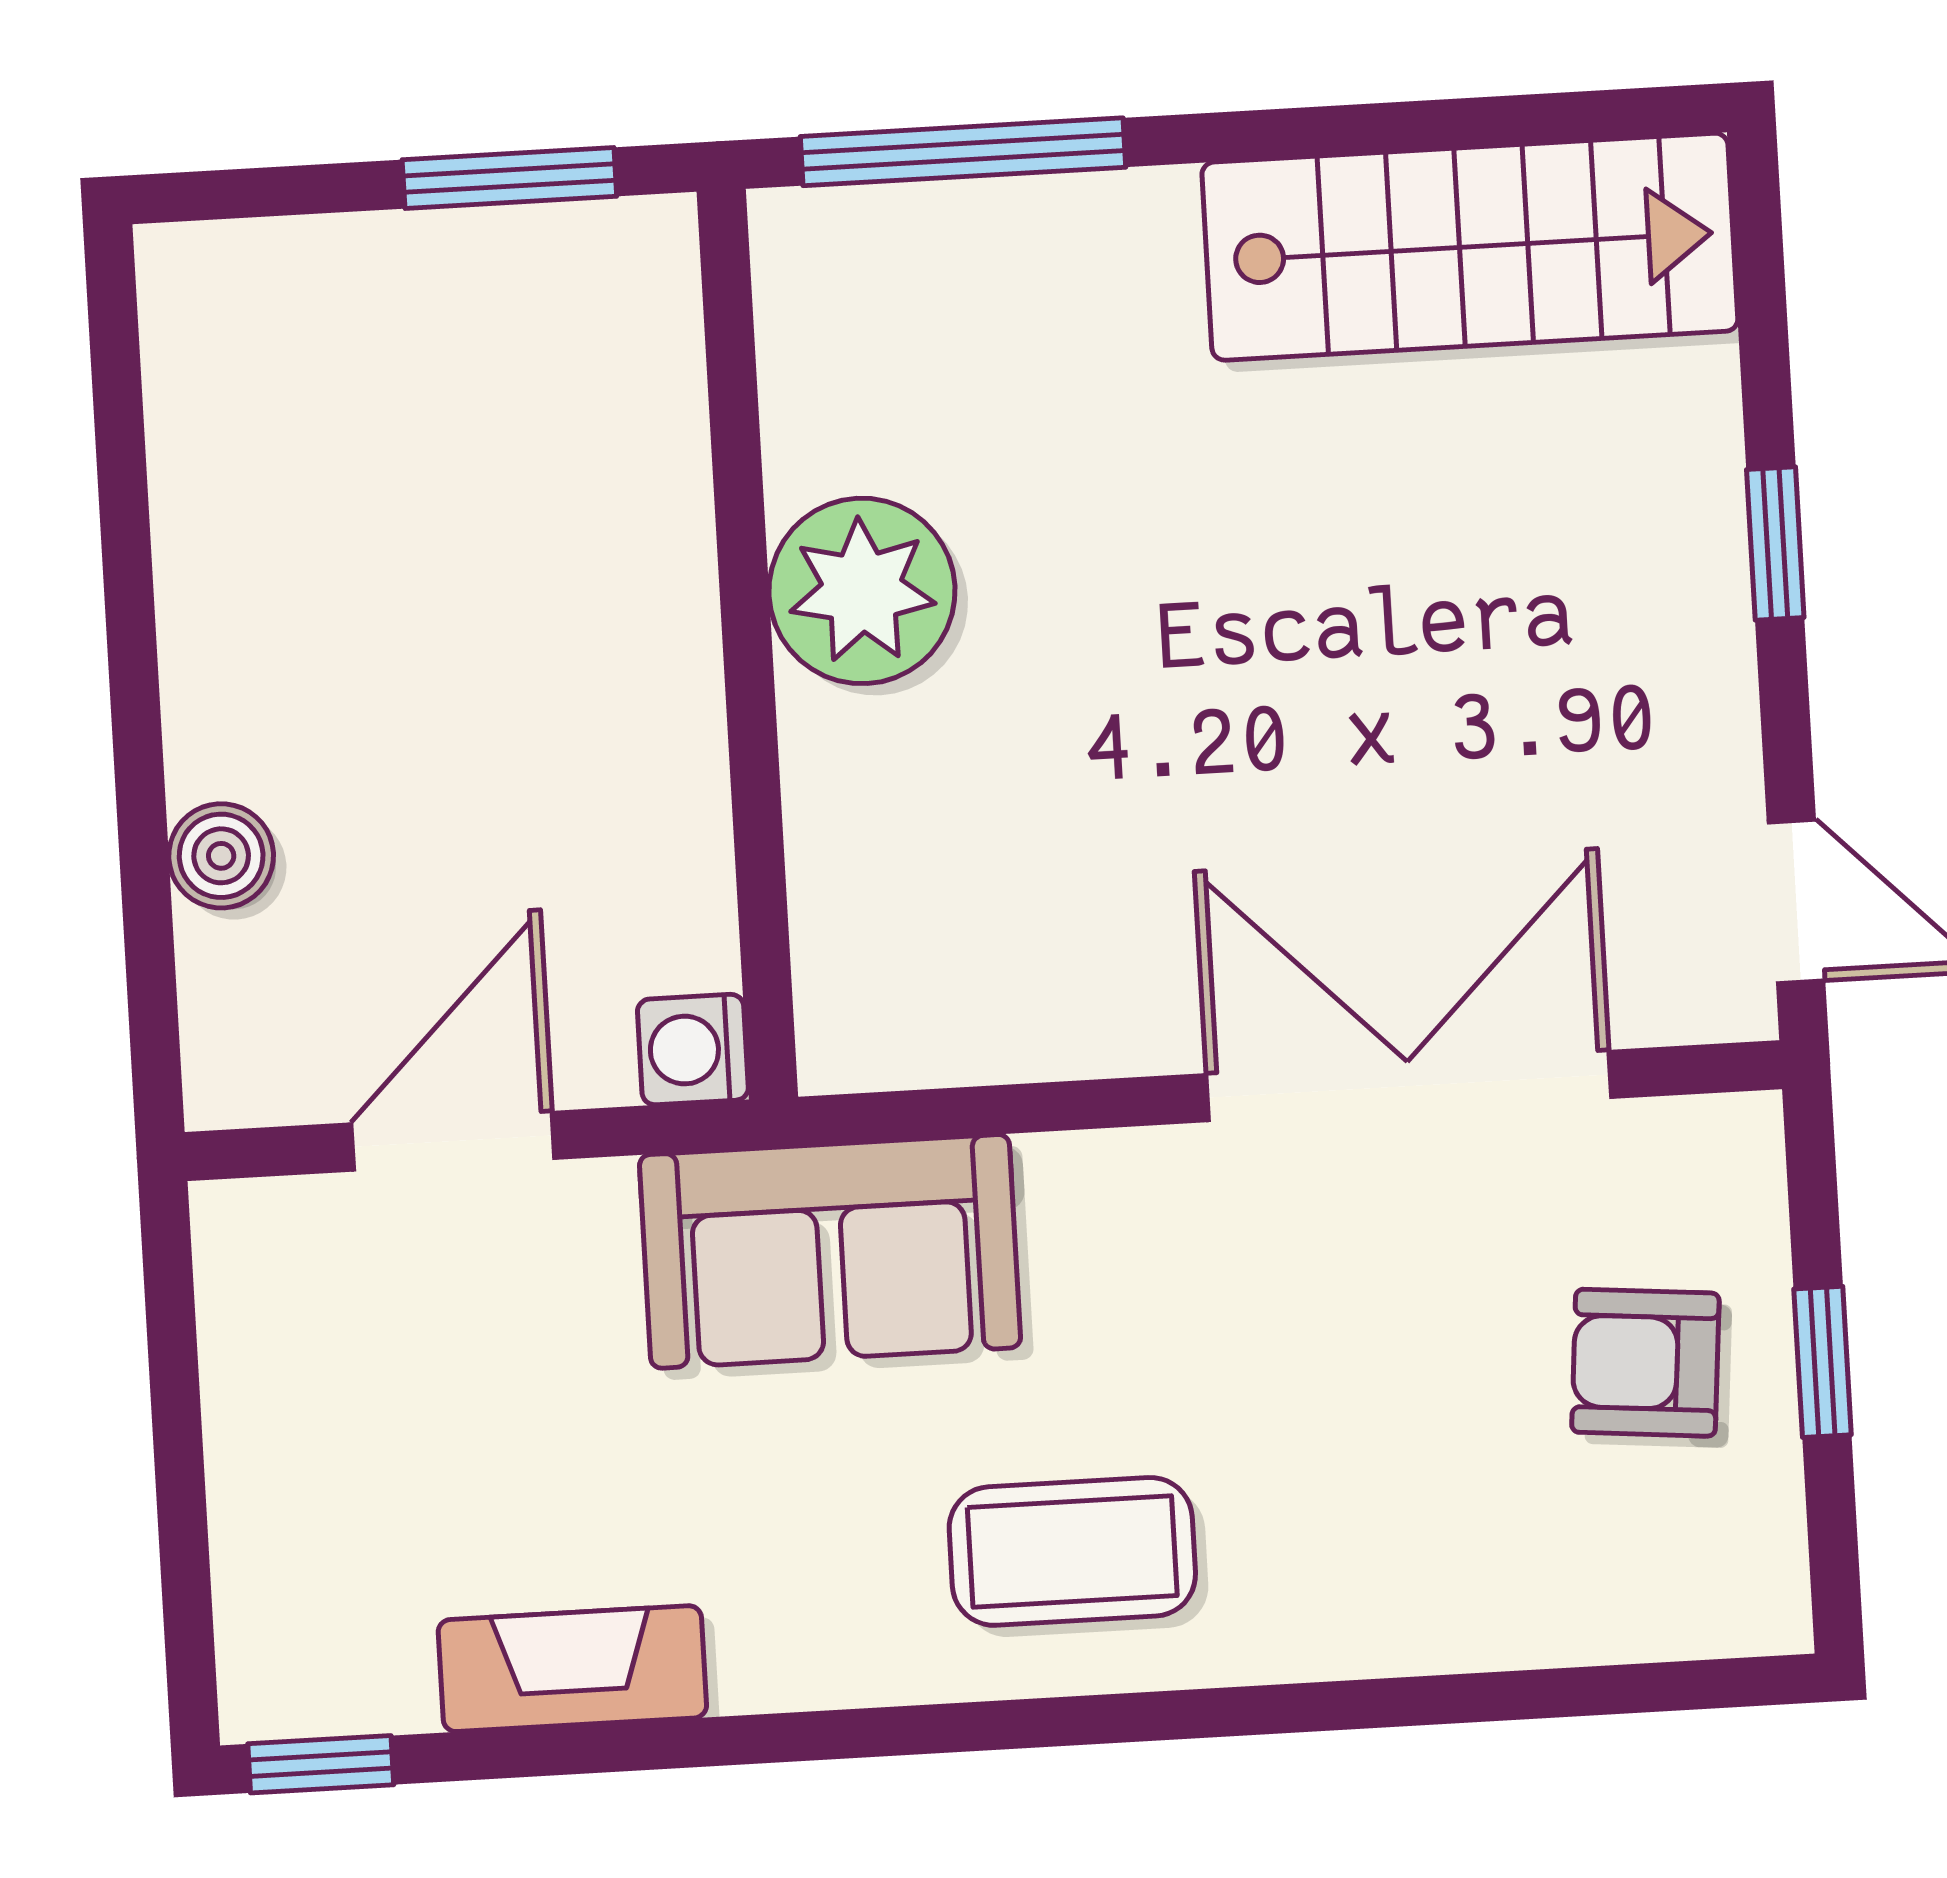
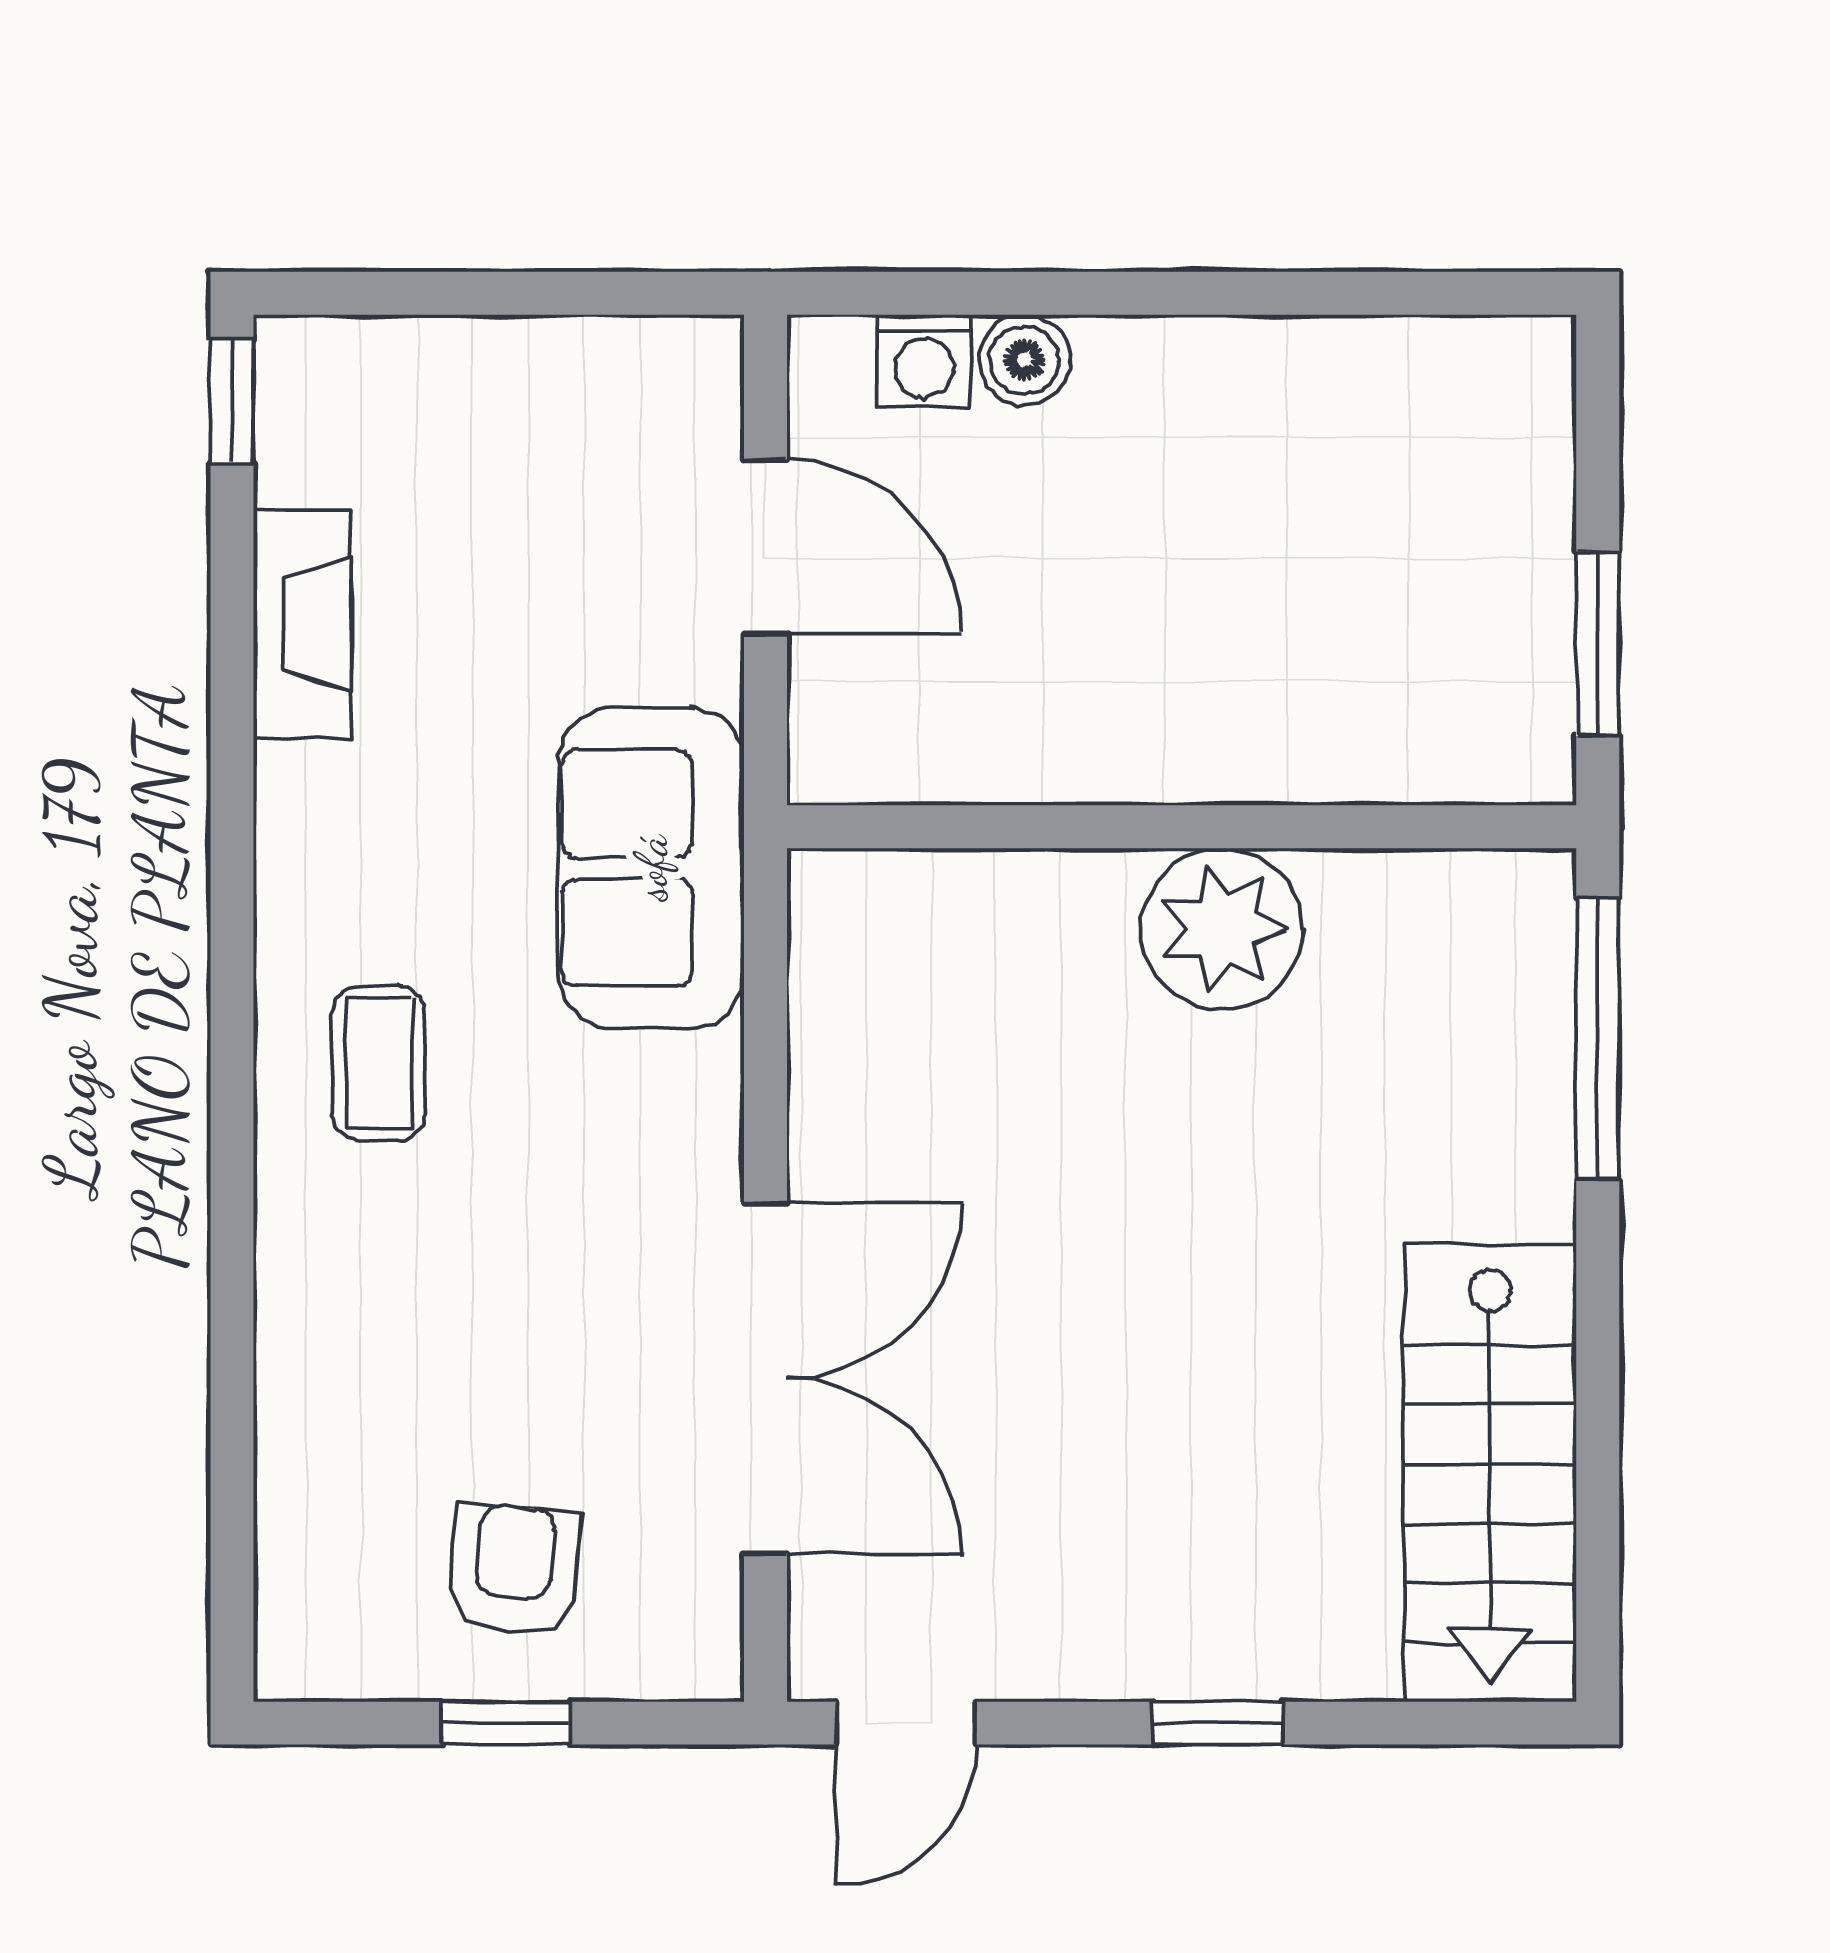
washing machine: (693, 1050) -> (924, 361), moved, turned 180
coffee table: (1072, 1551) -> (379, 1063), width x0.73, depth x0.77

